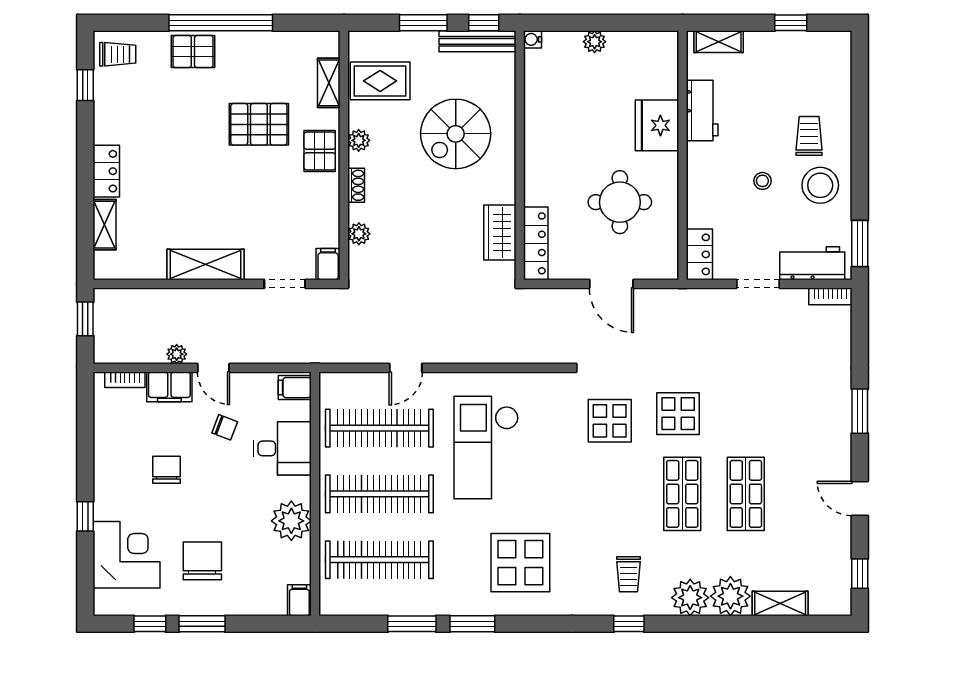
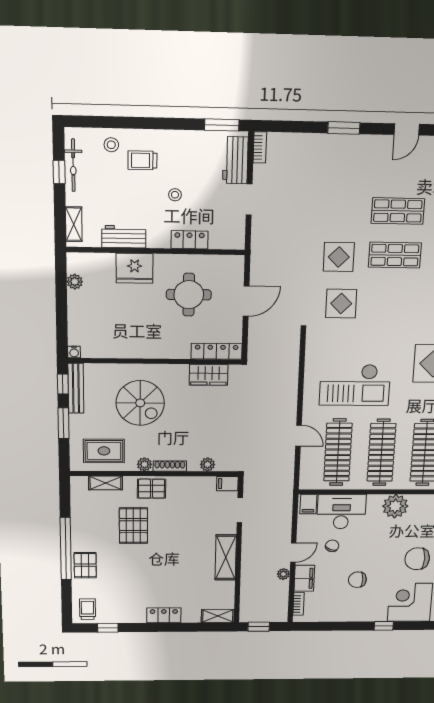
plant: (595, 42) -> (75, 282), moved
bicycle: (800, 42) -> (73, 165), added
rug: (380, 81) -> (104, 451), turned 90
shoe rack: (356, 185) -> (170, 466), width x1.43
stool: (820, 185) -> (111, 145), moved, width x0.53, depth x0.53
shelving: (105, 225) -> (218, 616), moved
locker: (699, 254) -> (189, 240), moved
desk: (282, 448) -> (341, 512), width x1.37

